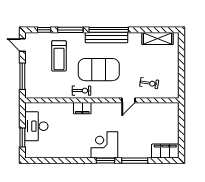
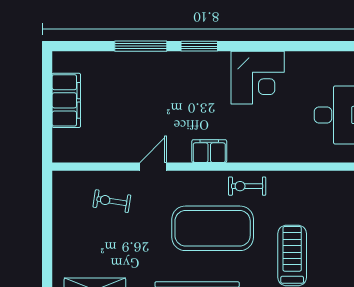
filing cabinet: (82, 108) -> (209, 151), moved
corner desk: (104, 145) -> (258, 78), moved
filing cabinet: (165, 151) -> (66, 100), moved, turned -90

